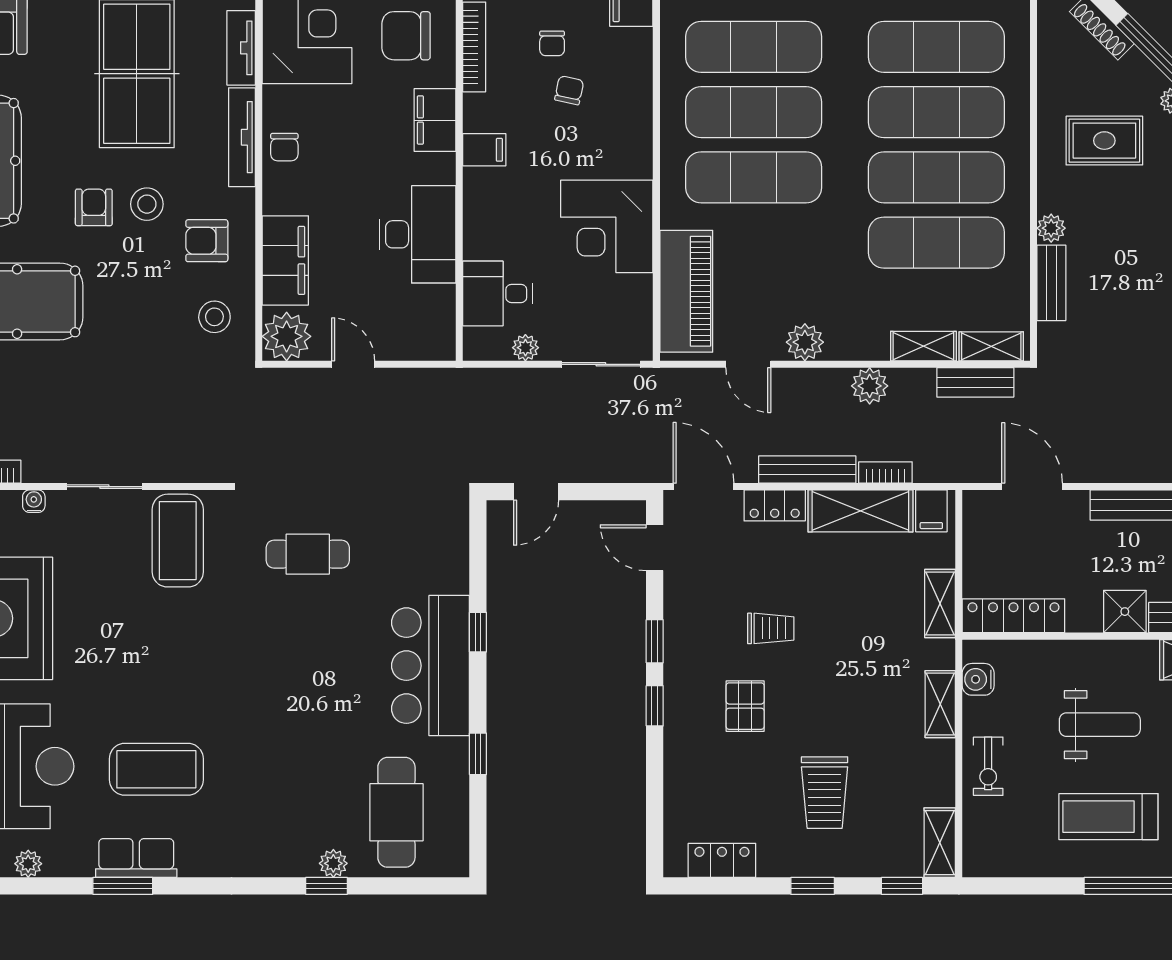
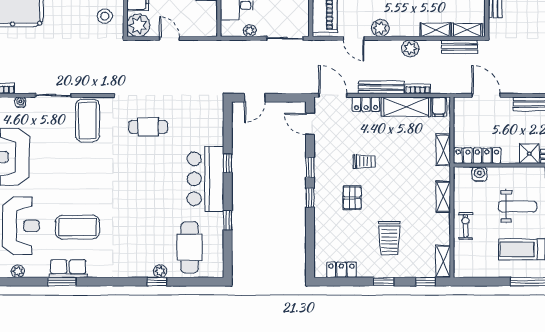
water cooler: (978, 679) -> (479, 174), moved, turned 90
exercise bike: (988, 766) -> (466, 226), turned 180

